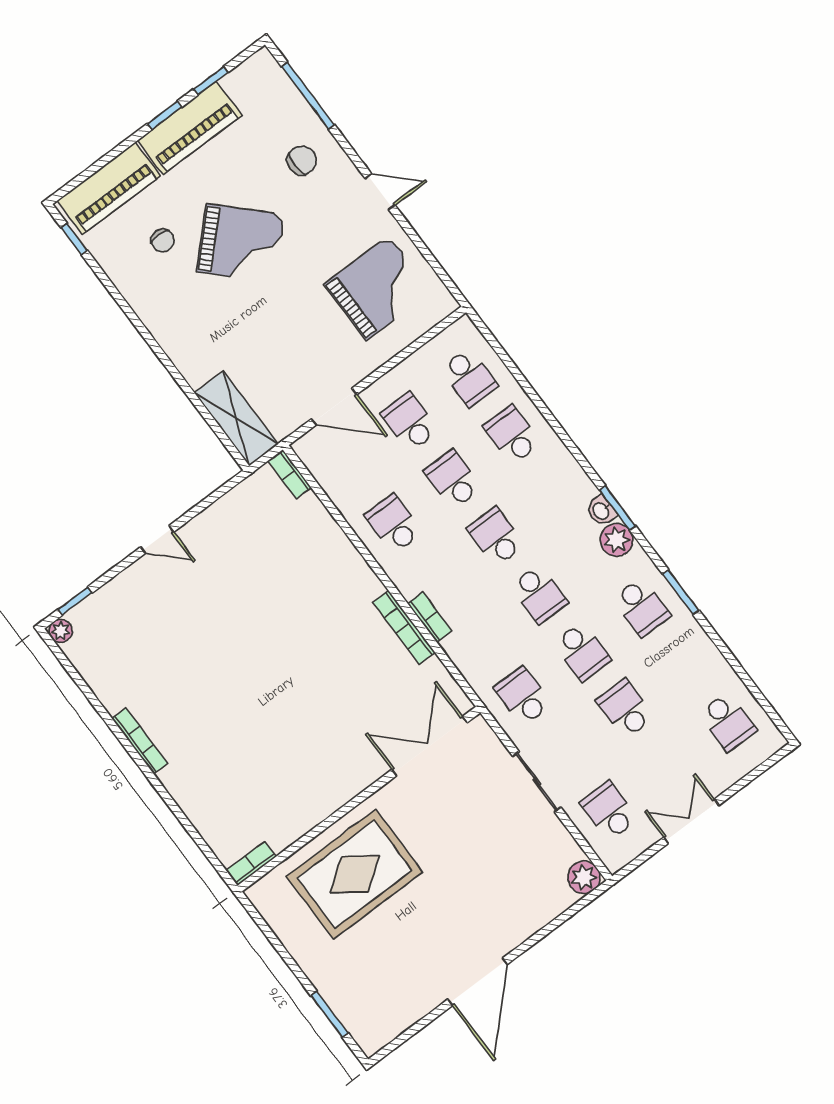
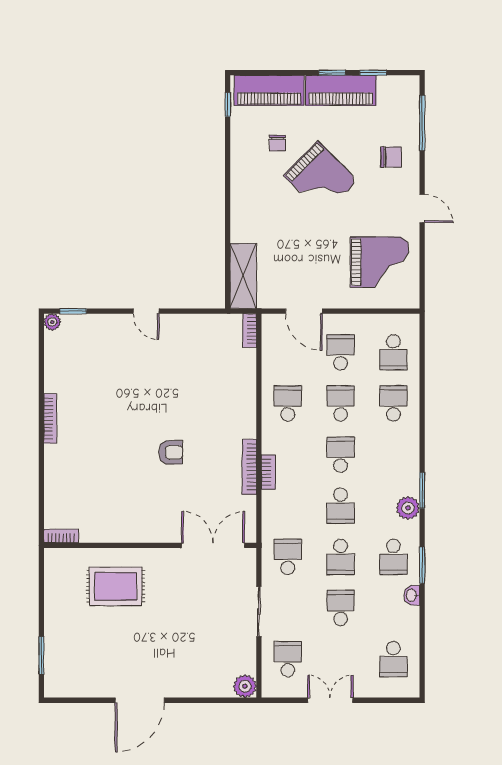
washbasin: (601, 511) -> (412, 595), moved
armchair: (303, 677) -> (171, 452), added
rug: (355, 874) -> (116, 586), width x0.73, depth x0.69

